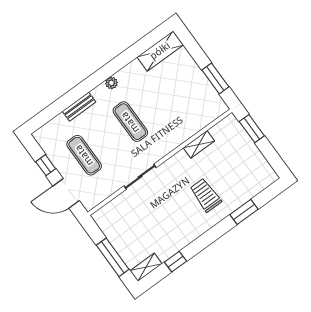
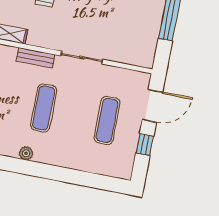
bench: (79, 107) -> (36, 58), moved
door: (66, 193) -> (152, 106), hinge flipped

